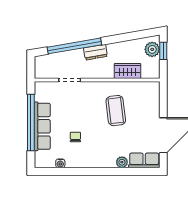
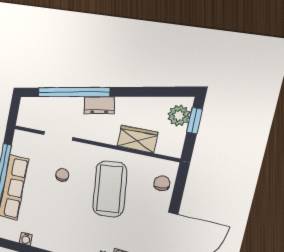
chair: (151, 98) -> (162, 183), added
coffee table: (116, 111) -> (110, 189), width x1.36, depth x1.32
chair: (75, 137) -> (62, 175), moved

